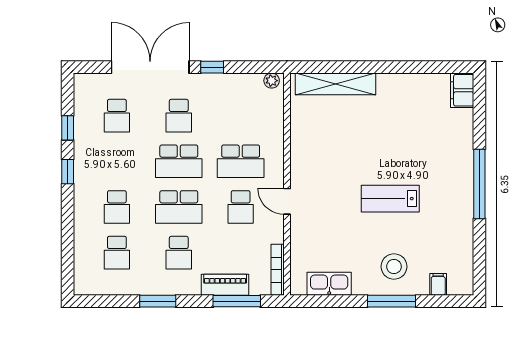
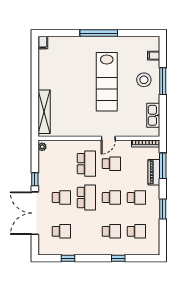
filing cabinet: (462, 90) -> (43, 43), width x0.50
window: (68, 172) -> (118, 258), moved
lab bench: (390, 199) -> (107, 82), width x1.86, depth x1.39
school desk: (179, 207) -> (111, 198), width x0.54

